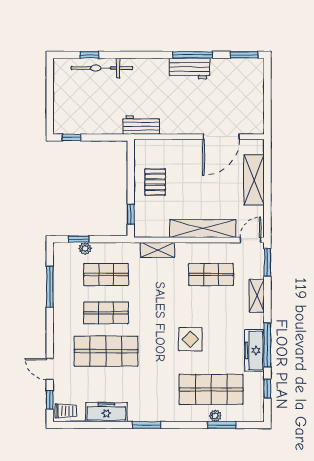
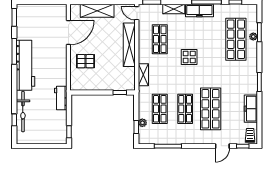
workbench: (190, 68) -> (25, 65), width x1.88, depth x1.32
workbench: (141, 125) -> (61, 98), moved
door: (221, 137) -> (68, 33), hinge flipped
pallet: (155, 182) -> (86, 61), moved
display table: (190, 339) -> (189, 57), moved
freezer: (254, 350) -> (199, 11), moved

